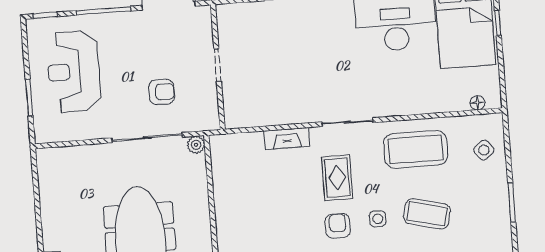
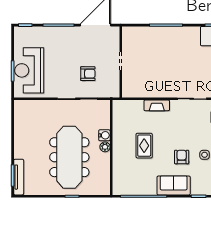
reception desk: (74, 71) -> (29, 70), moved
plant: (196, 145) -> (105, 147), moved
rug: (337, 178) -> (144, 146), moved
water cooler: (199, 198) -> (104, 135), added

